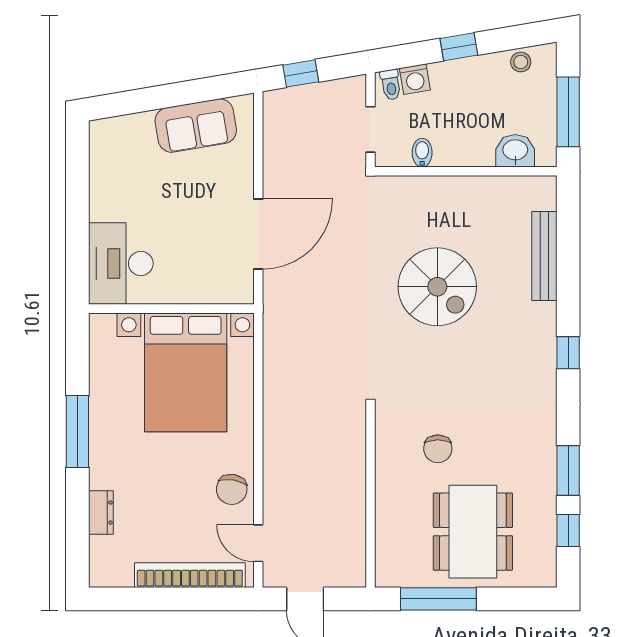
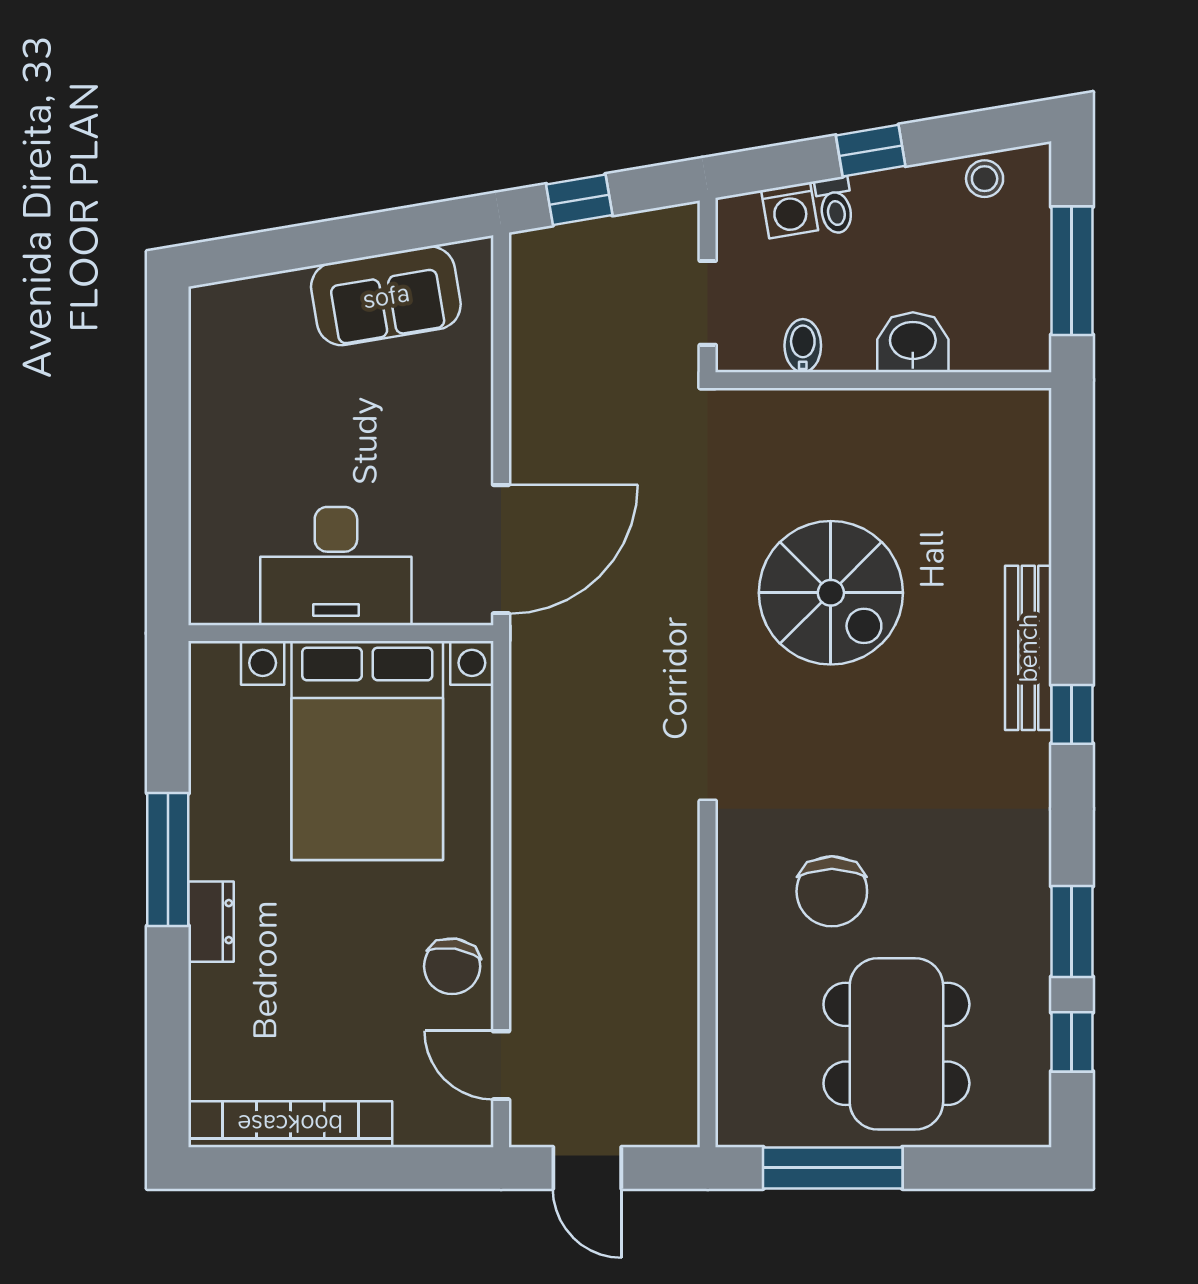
toilet: (391, 85) -> (835, 205), moved
washbasin: (515, 151) -> (913, 342), moved
door: (258, 234) -> (501, 549), moved
bench: (544, 256) -> (1028, 648), moved
desk: (121, 263) -> (336, 566), moved, turned -90
chair: (438, 449) -> (832, 891), width x1.37, depth x1.37
dresser: (101, 513) -> (211, 922), moved
bookcase: (190, 575) -> (290, 1124), moved

